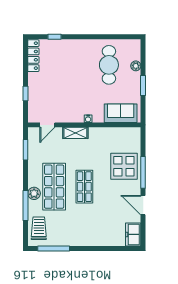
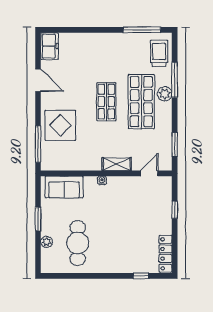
window: (143, 172) -> (38, 144), moved
trolley: (39, 228) -> (159, 53), turned 180

